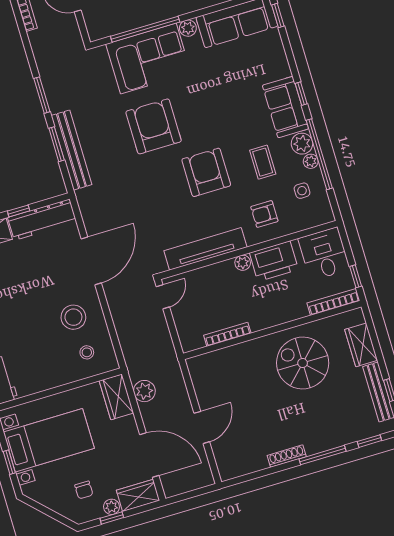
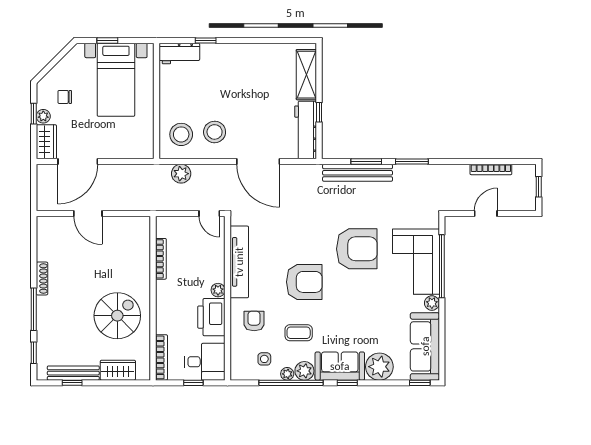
plant: (273, 64) -> (379, 367), added
window: (356, 276) -> (193, 383), moved
stool: (87, 352) -> (181, 134), width x1.89, depth x1.89
plant: (144, 391) -> (181, 174), moved
wardrobe: (116, 397) -> (136, 148), removed

